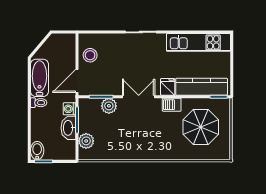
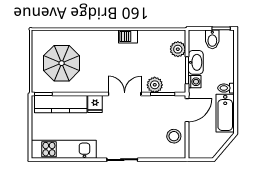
double door: (139, 97) -> (125, 94), swing flipped
barbecue: (172, 105) -> (128, 36), moved, turned 180
bidet: (37, 151) -> (212, 39), moved

